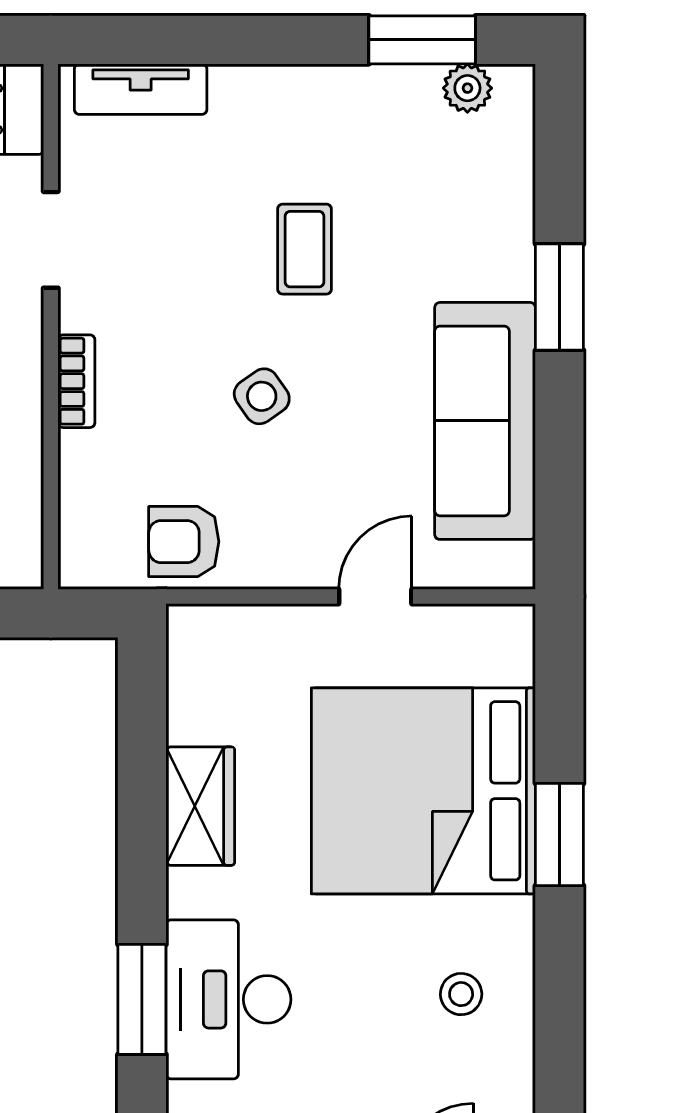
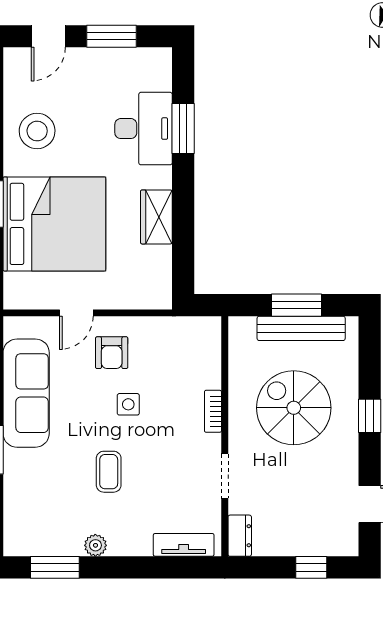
plant: (467, 88) -> (95, 545), moved
side table: (262, 396) -> (128, 404), turned 35
armchair: (184, 542) -> (112, 353), moved, turned 90
stool: (461, 994) -> (37, 131), width x1.89, depth x1.89

